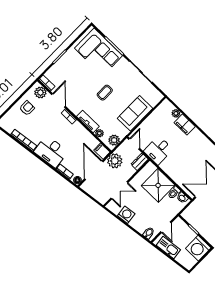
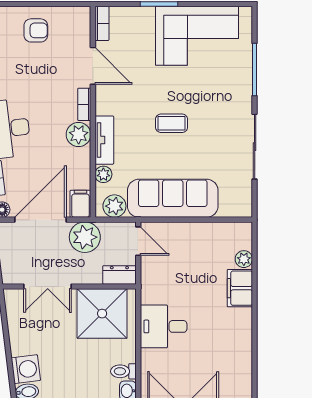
corner sofa: (99, 52) -> (197, 36), moved, turned -90
plant: (40, 92) -> (79, 135), moved
door: (58, 100) -> (93, 66), hinge flipped
sofa: (135, 113) -> (173, 198), width x1.36
door: (134, 144) -> (138, 241), hinge flipped
desk: (158, 150) -> (164, 326), moved
shower: (158, 185) -> (102, 314), moved
washing machine: (126, 215) -> (26, 369), moved

